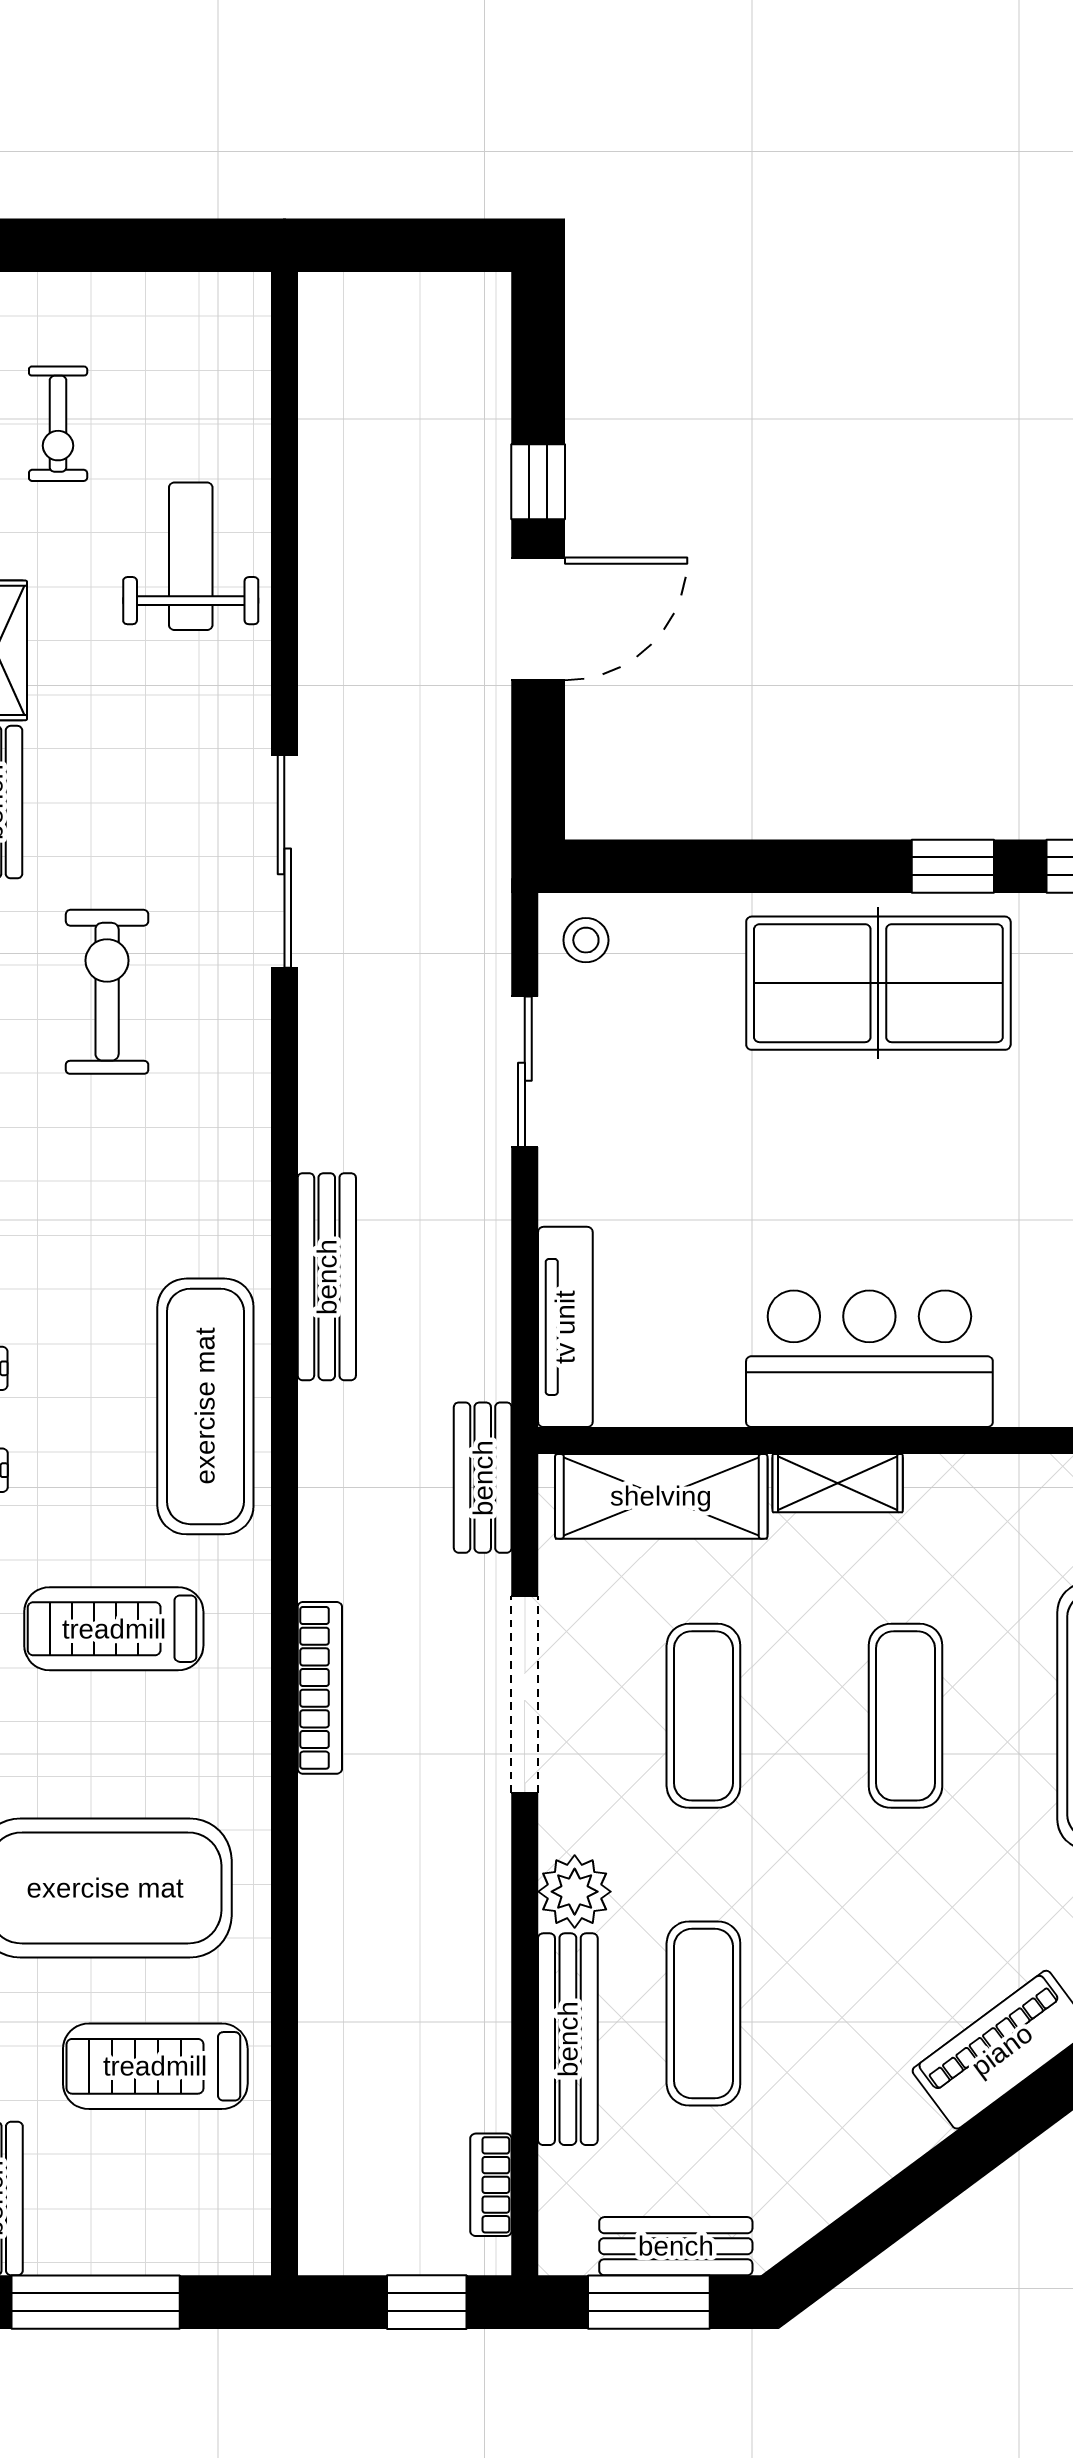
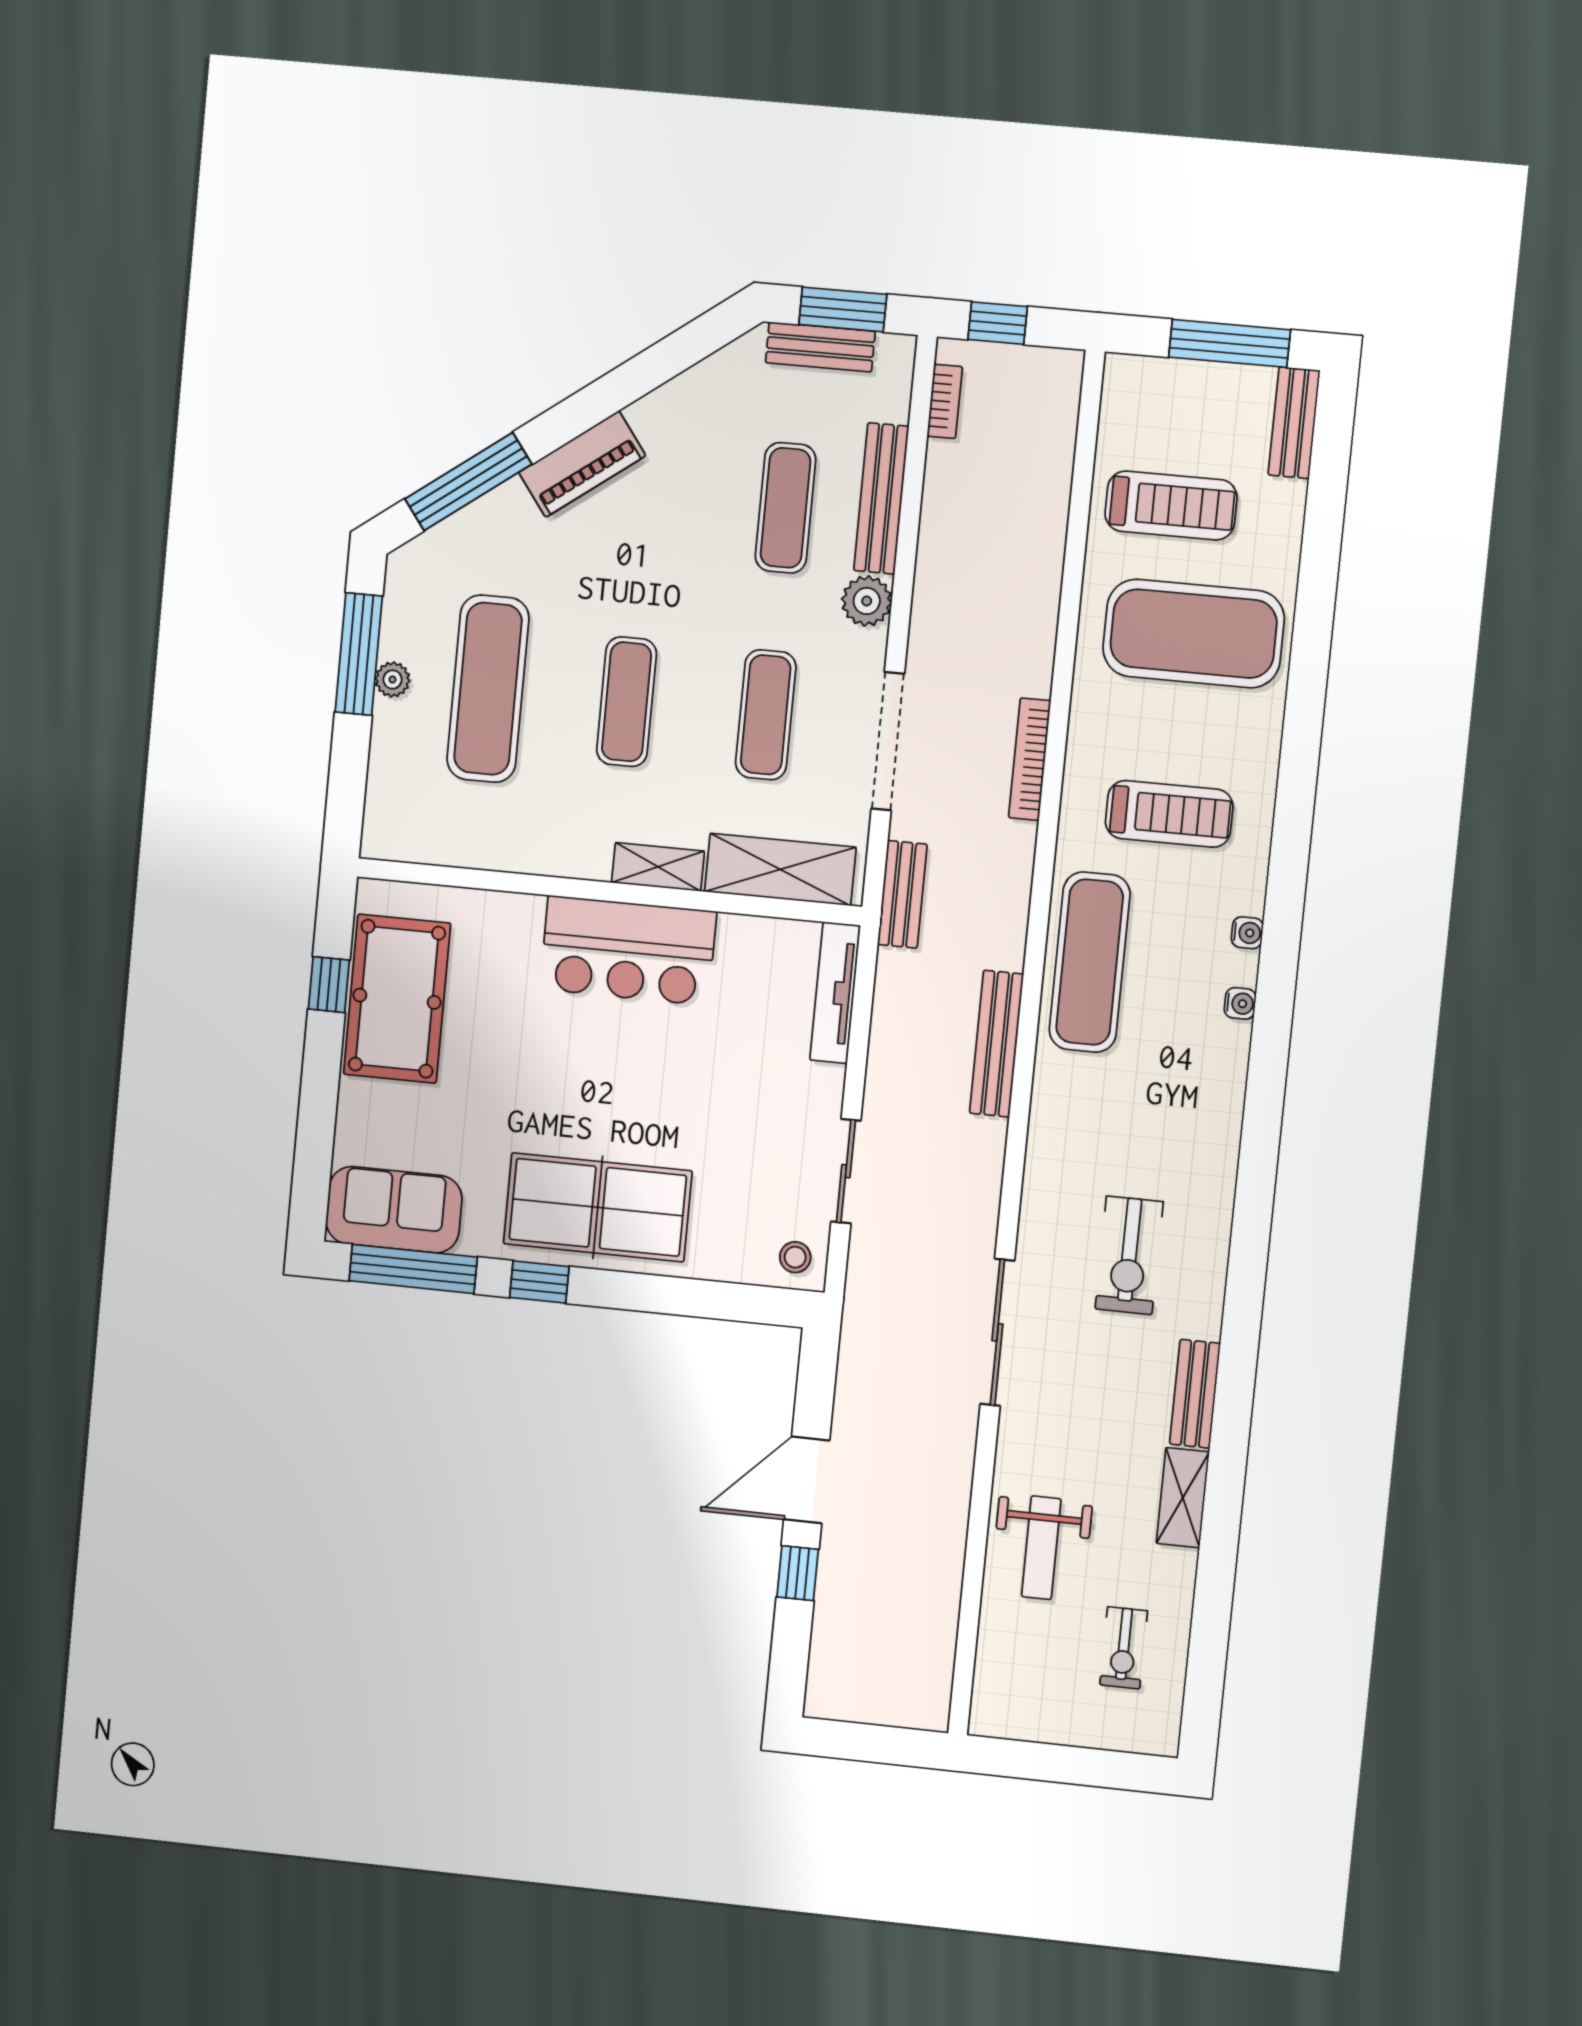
exercise bike: (58, 424) -> (1124, 1648), turned 180

